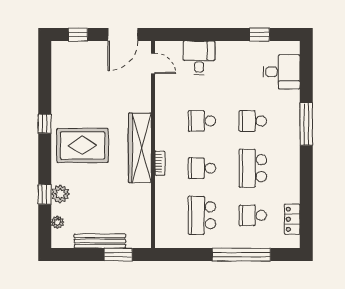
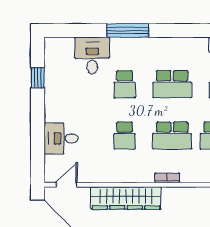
desk: (281, 72) -> (92, 55), moved
wardrobe: (140, 148) -> (126, 198), moved
school desk: (202, 168) -> (172, 136), width x1.85

